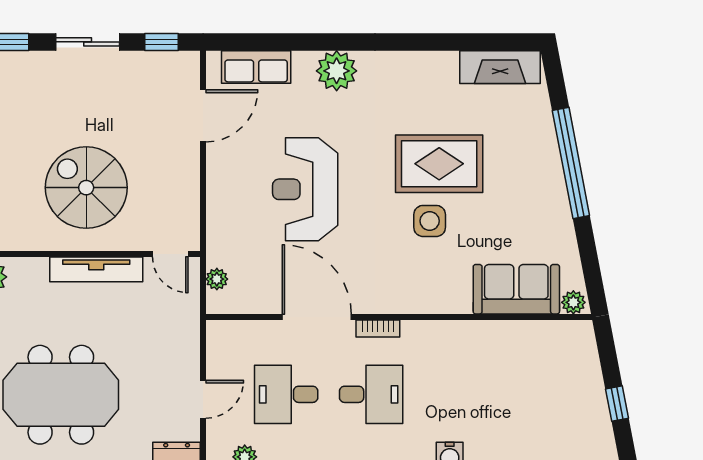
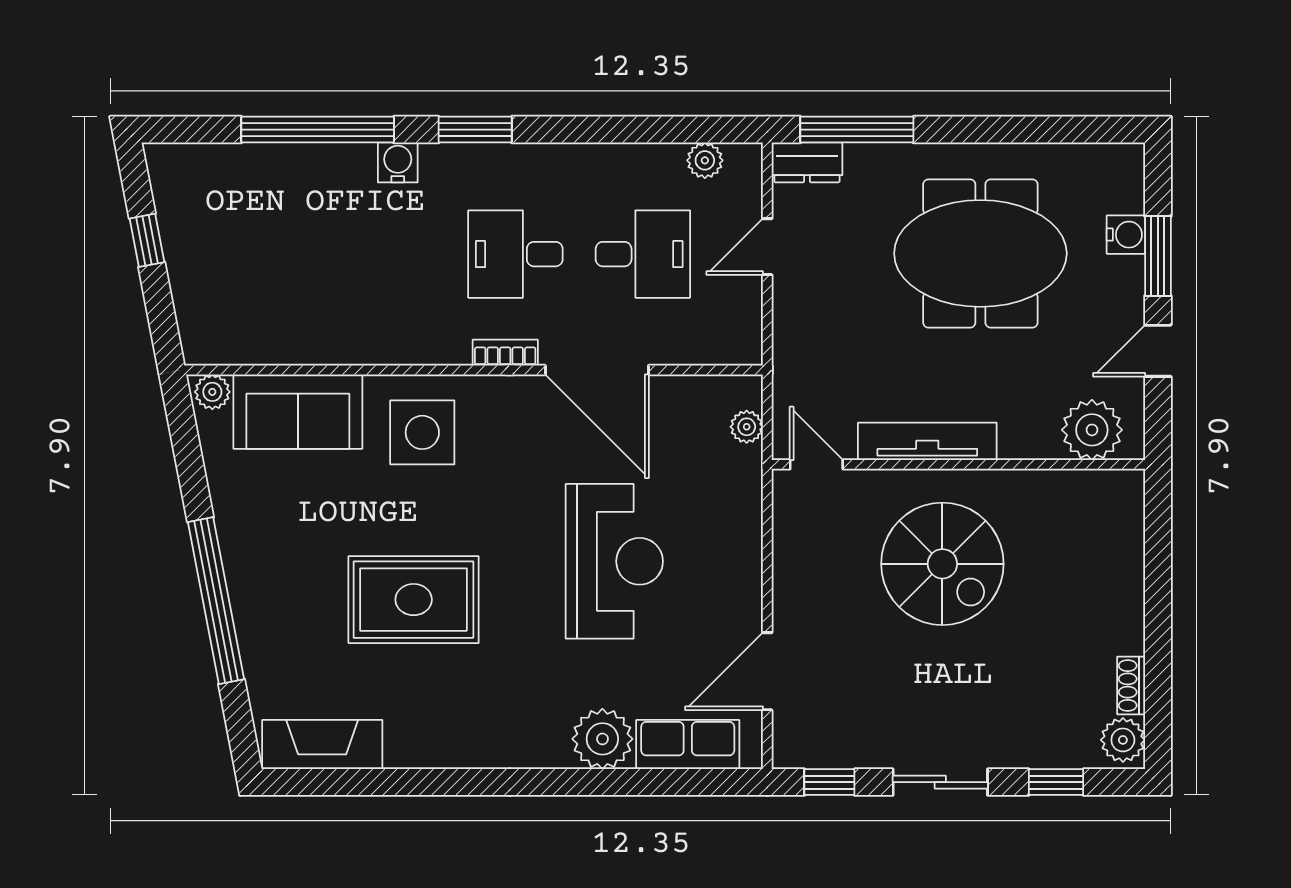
plant: (337, 71) -> (602, 739), moved
side table: (430, 221) -> (422, 432), moved, width x1.37, depth x1.37

